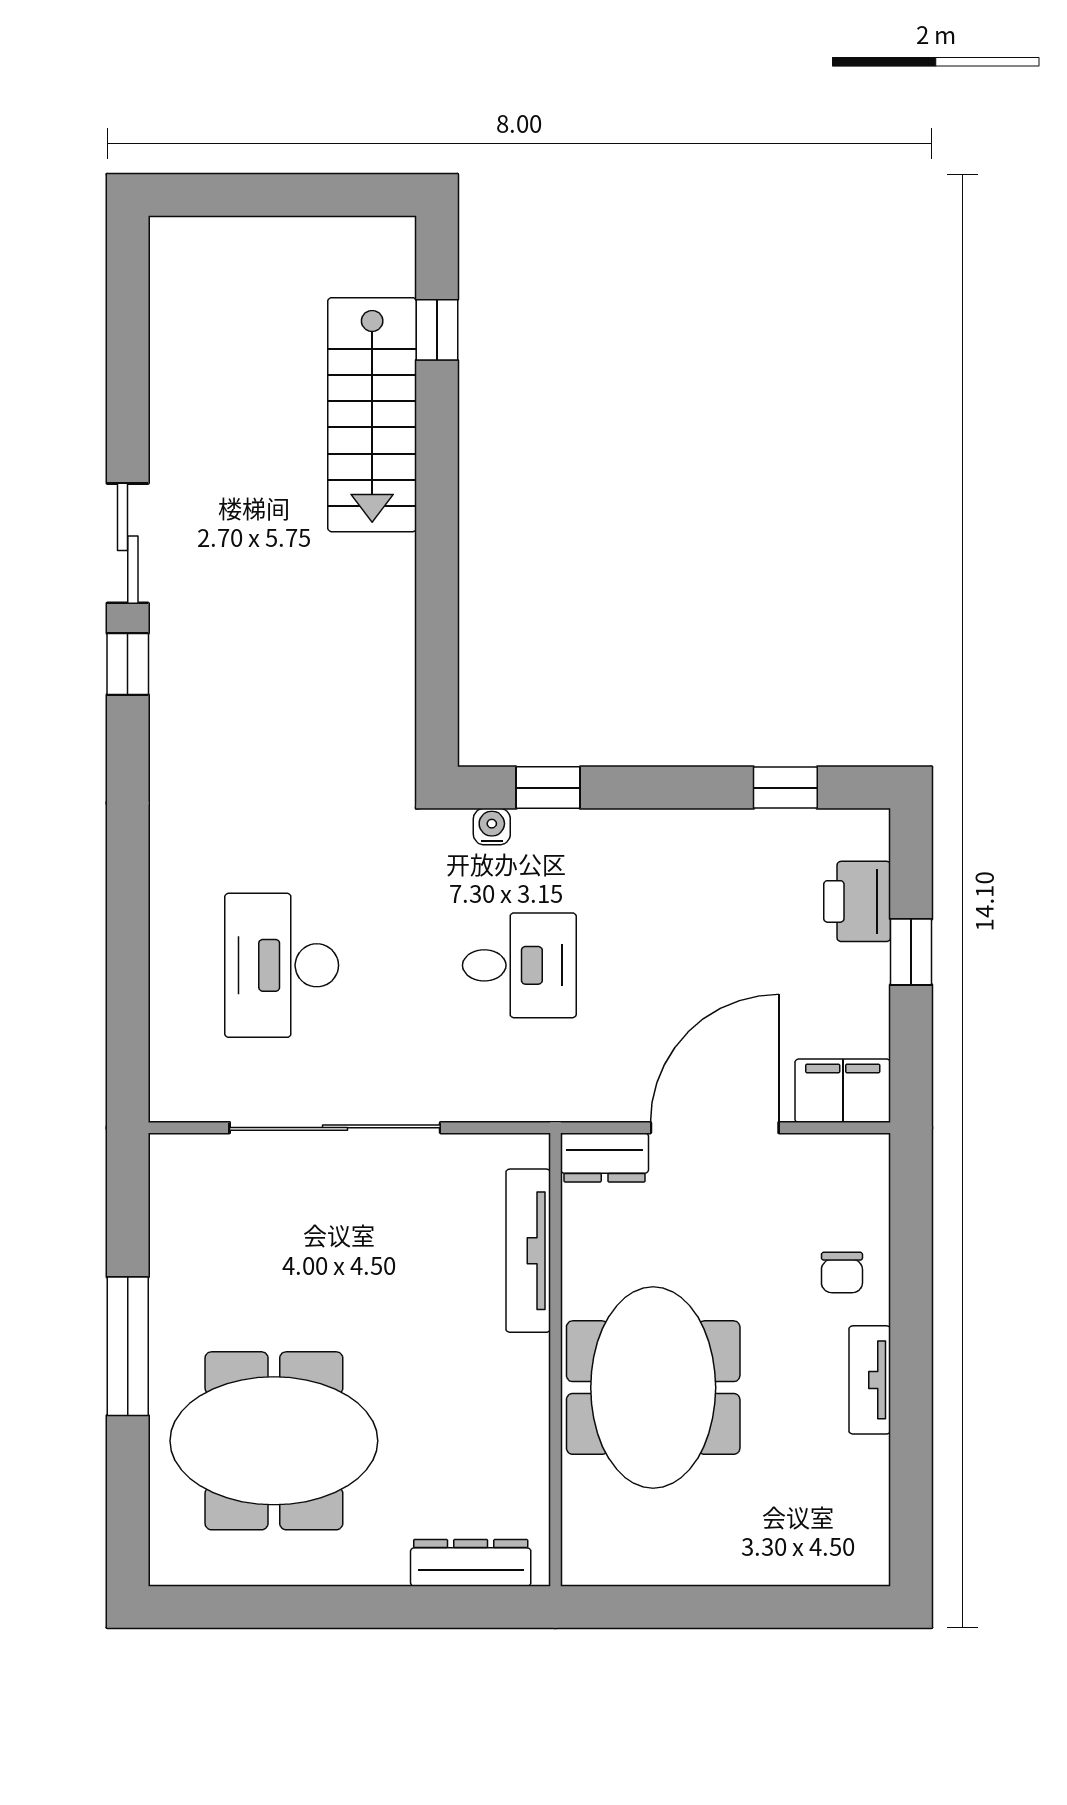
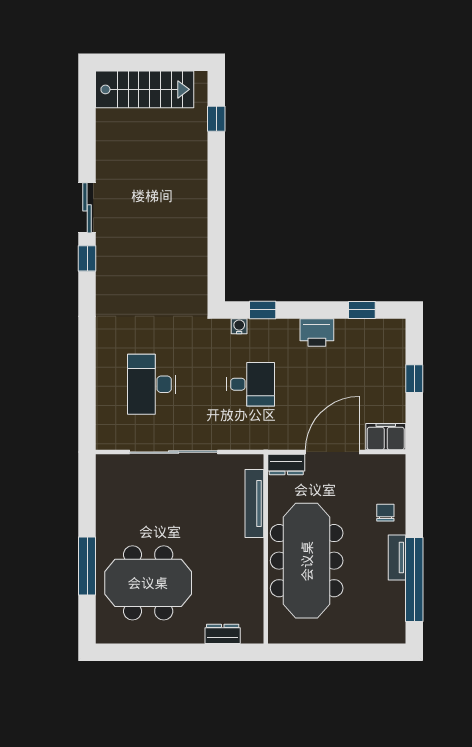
stairs: (372, 415) -> (145, 89), moved, turned -90
printer: (857, 901) -> (317, 332), moved, turned -90
chair: (842, 1272) -> (385, 513), turned 180
window: (128, 1346) -> (87, 566), moved
meeting table: (653, 1388) -> (307, 561), width x1.36
window: (911, 1433) -> (414, 579), added
dresser: (471, 1563) -> (223, 634), width x0.70

